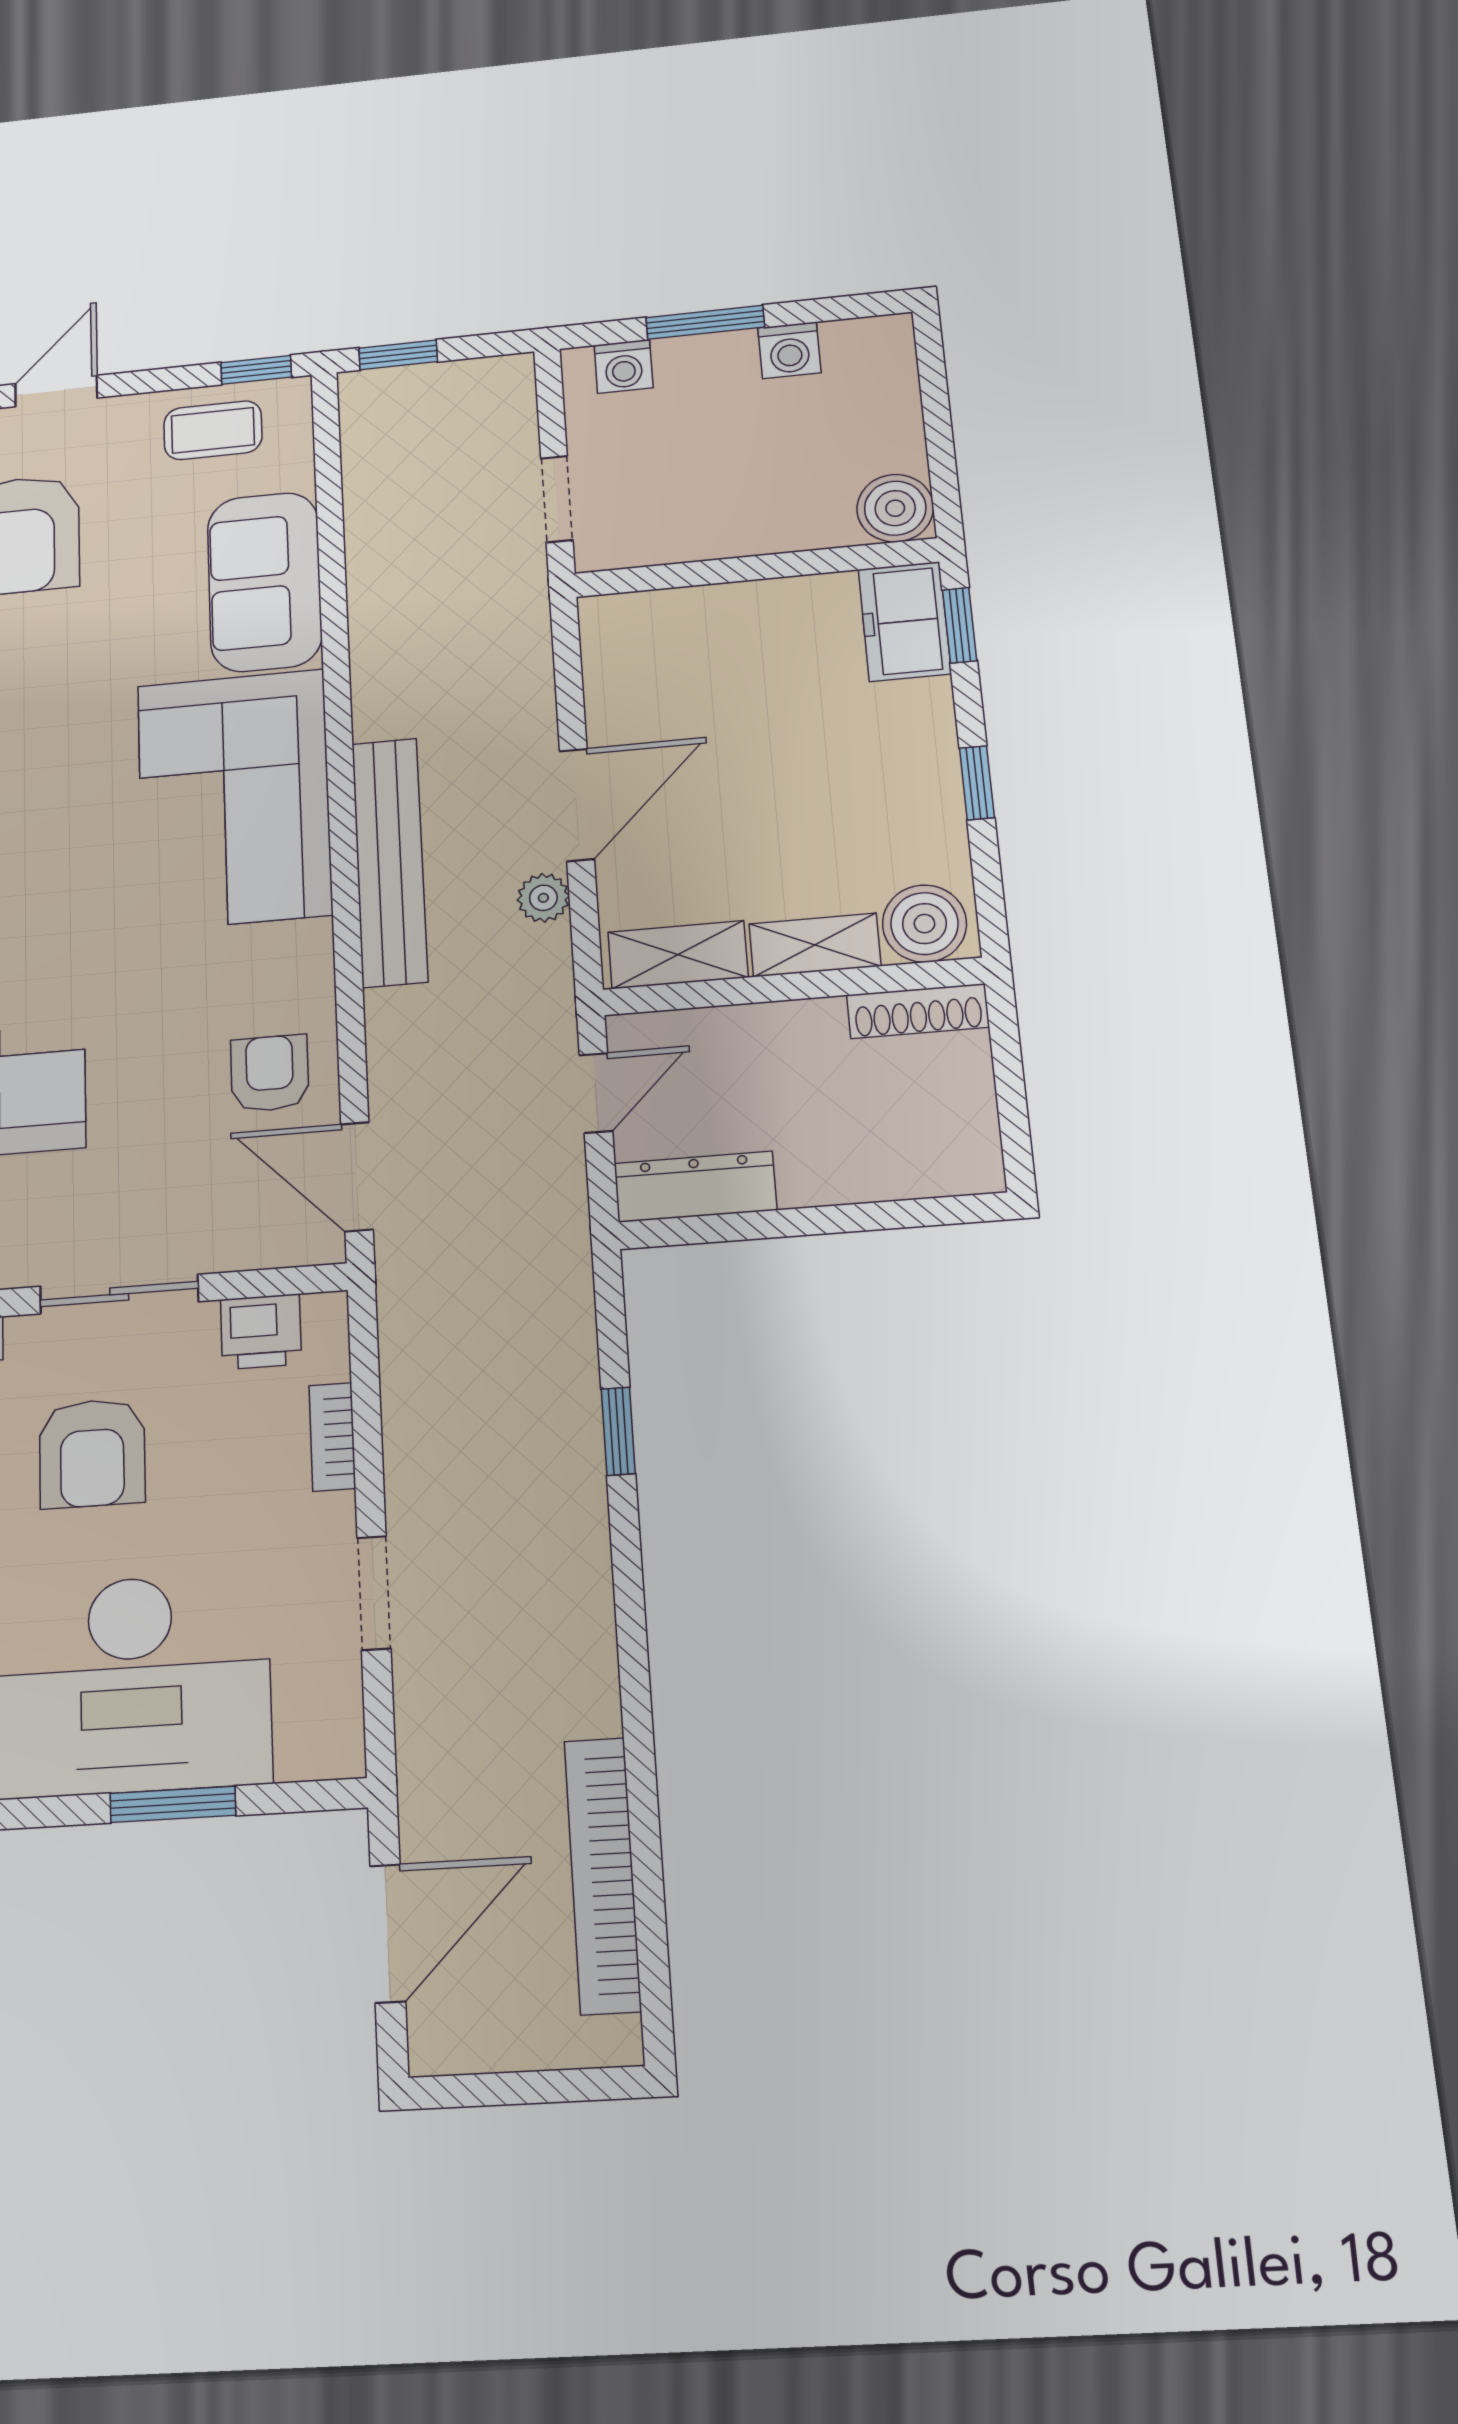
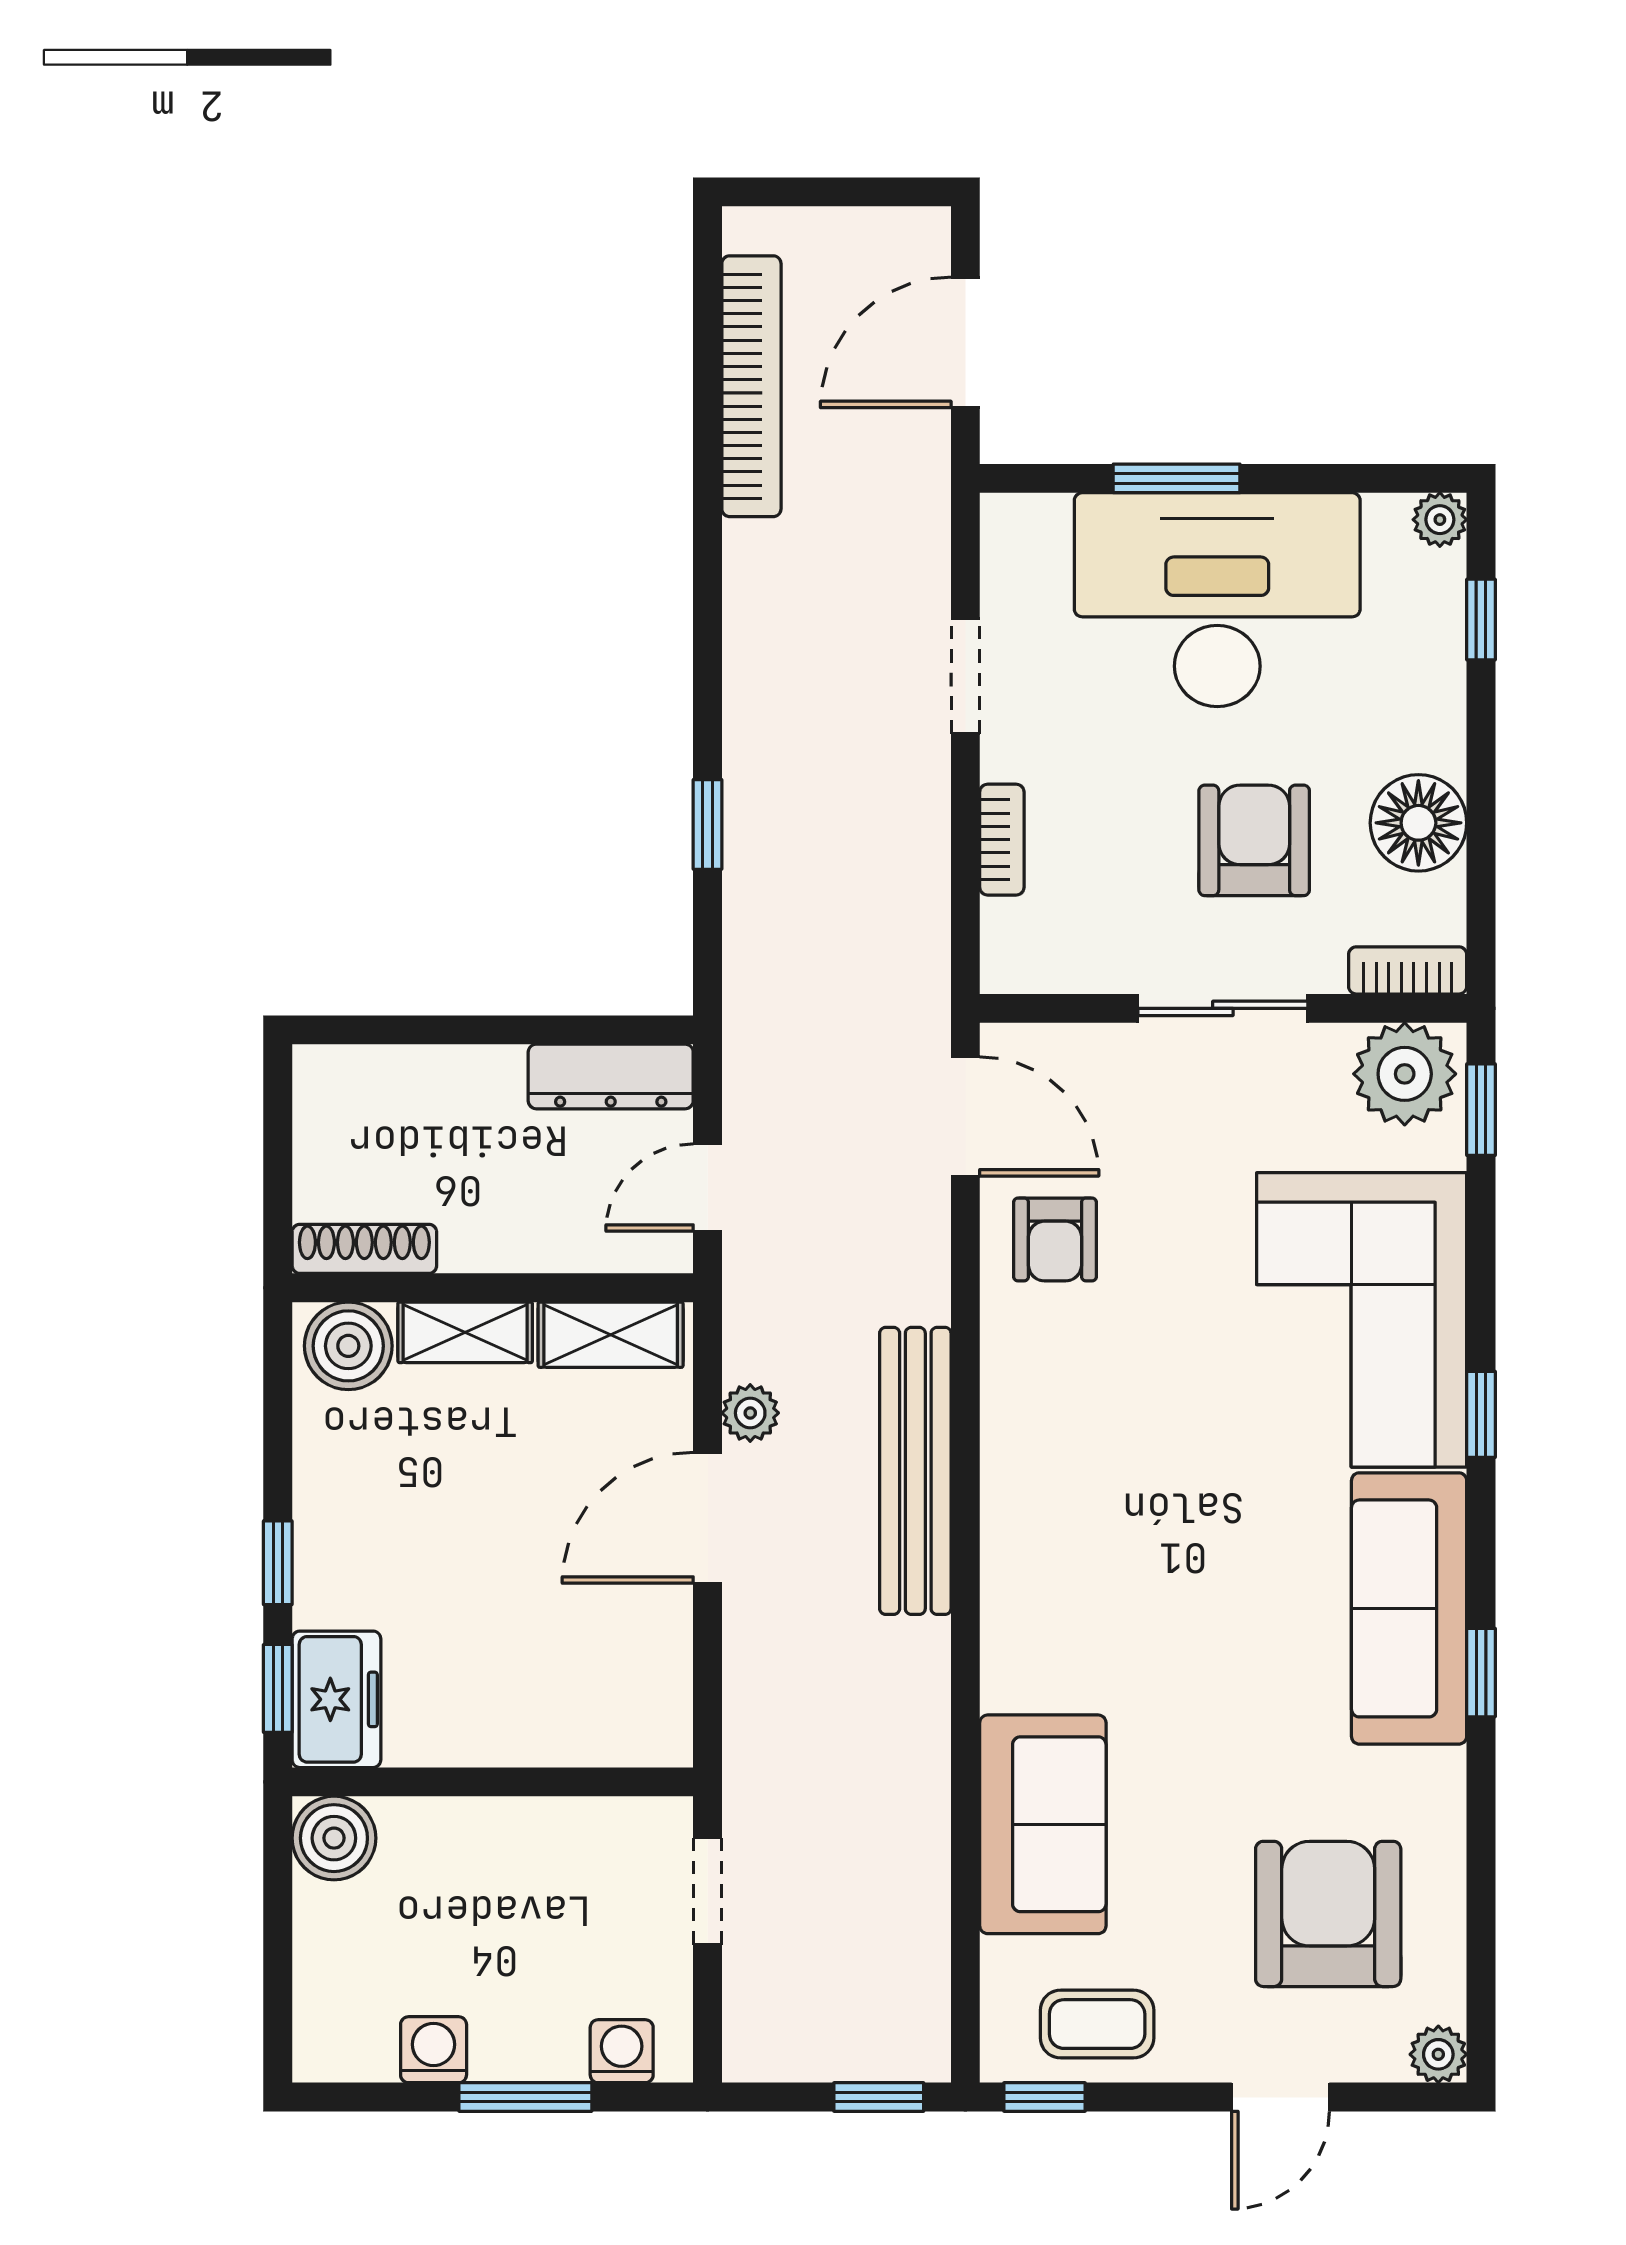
window: (977, 783) -> (278, 1563), moved
corner sofa: (234, 799) -> (1085, 1562), removed
printer: (261, 1332) -> (1073, 956), removed

